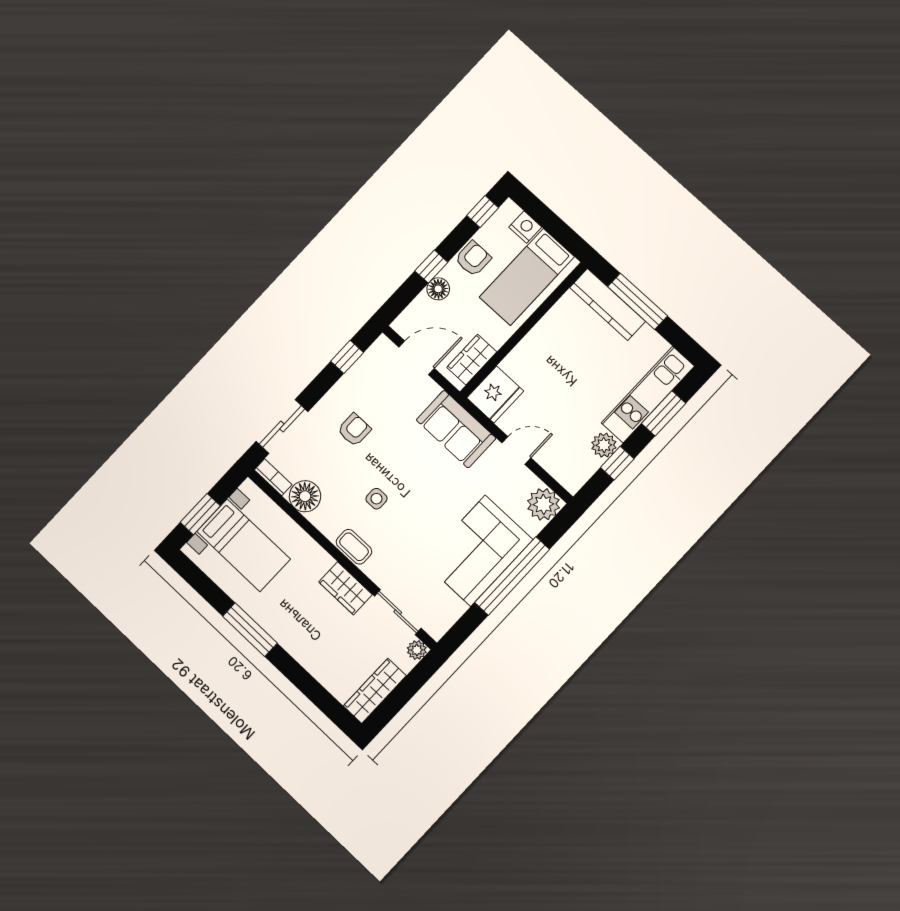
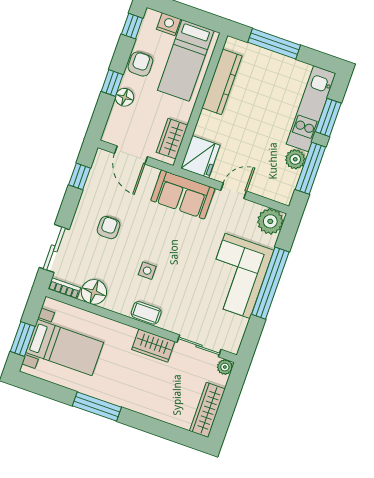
kitchen counter: (607, 304) -> (222, 82), moved, turned -90
door: (416, 358) -> (131, 155), swing flipped
window: (617, 463) -> (310, 168), width x2.17

